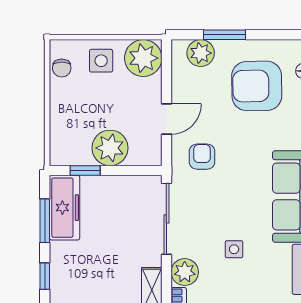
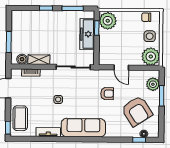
armchair: (257, 86) -> (137, 111), turned 148
plant: (110, 148) -> (108, 21), moved
armchair: (202, 157) -> (107, 94), moved
freezer: (65, 208) -> (87, 34), moved, turned 90
plant: (185, 272) -> (47, 76), removed

